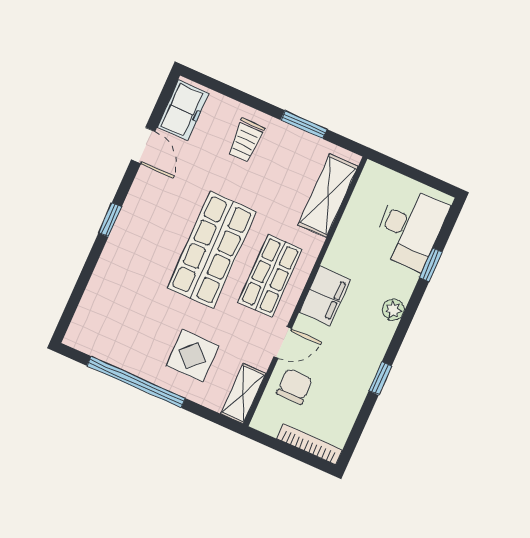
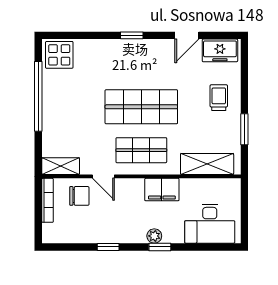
trolley: (246, 140) -> (219, 98), turned 90
window: (431, 265) -> (160, 247), moved
filing cabinet: (325, 296) -> (162, 190), moved
display table: (192, 356) -> (59, 55), moved
bookcase: (309, 444) -> (48, 200), moved

